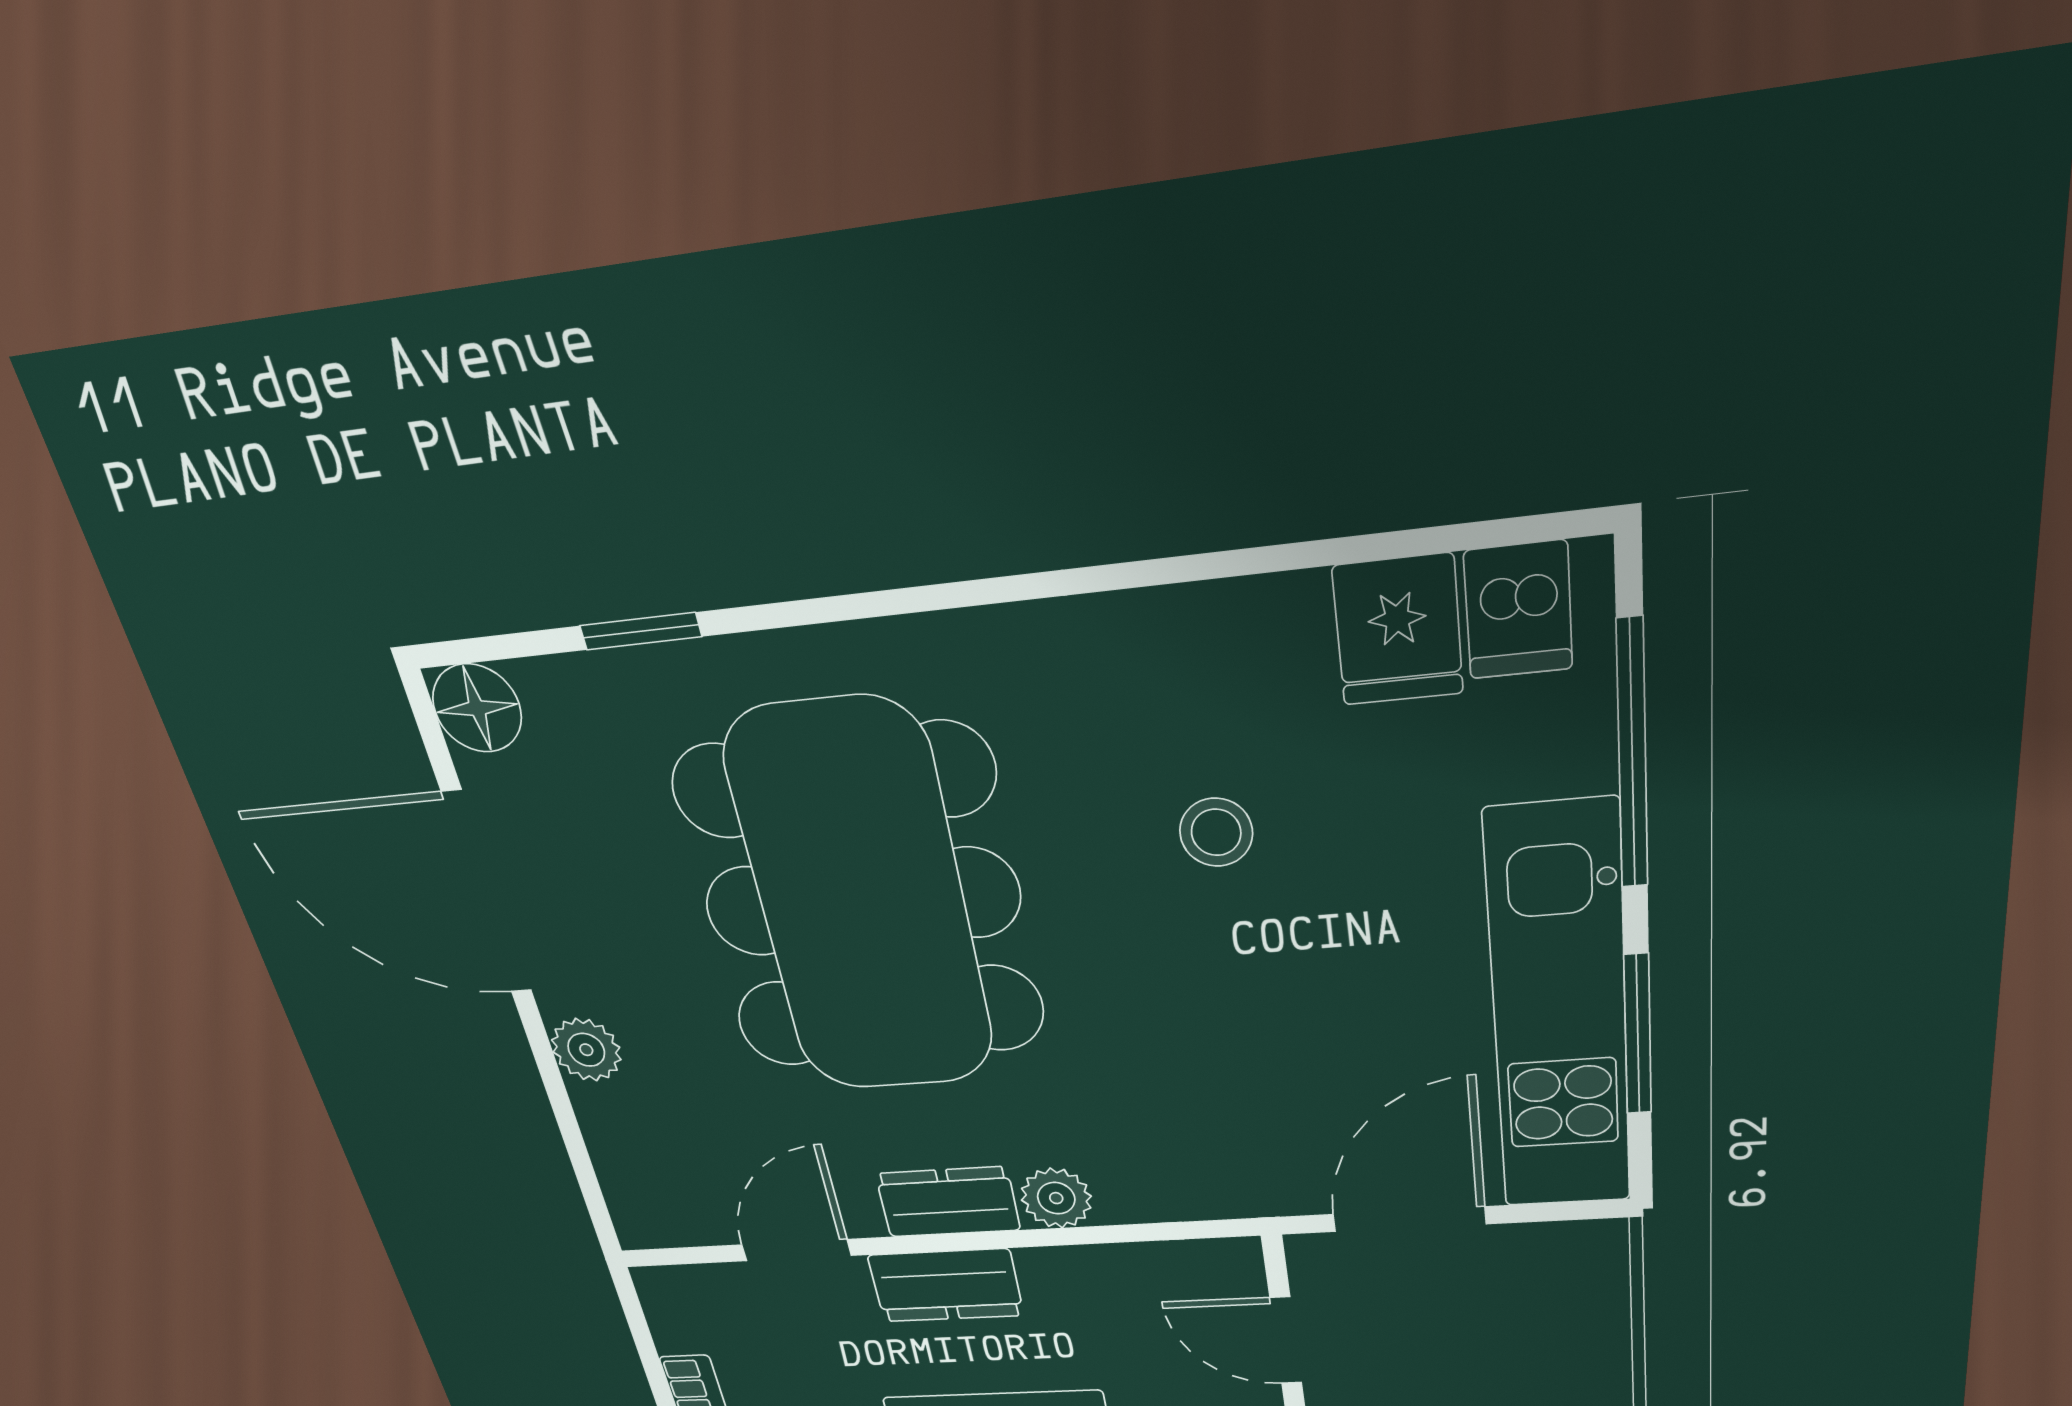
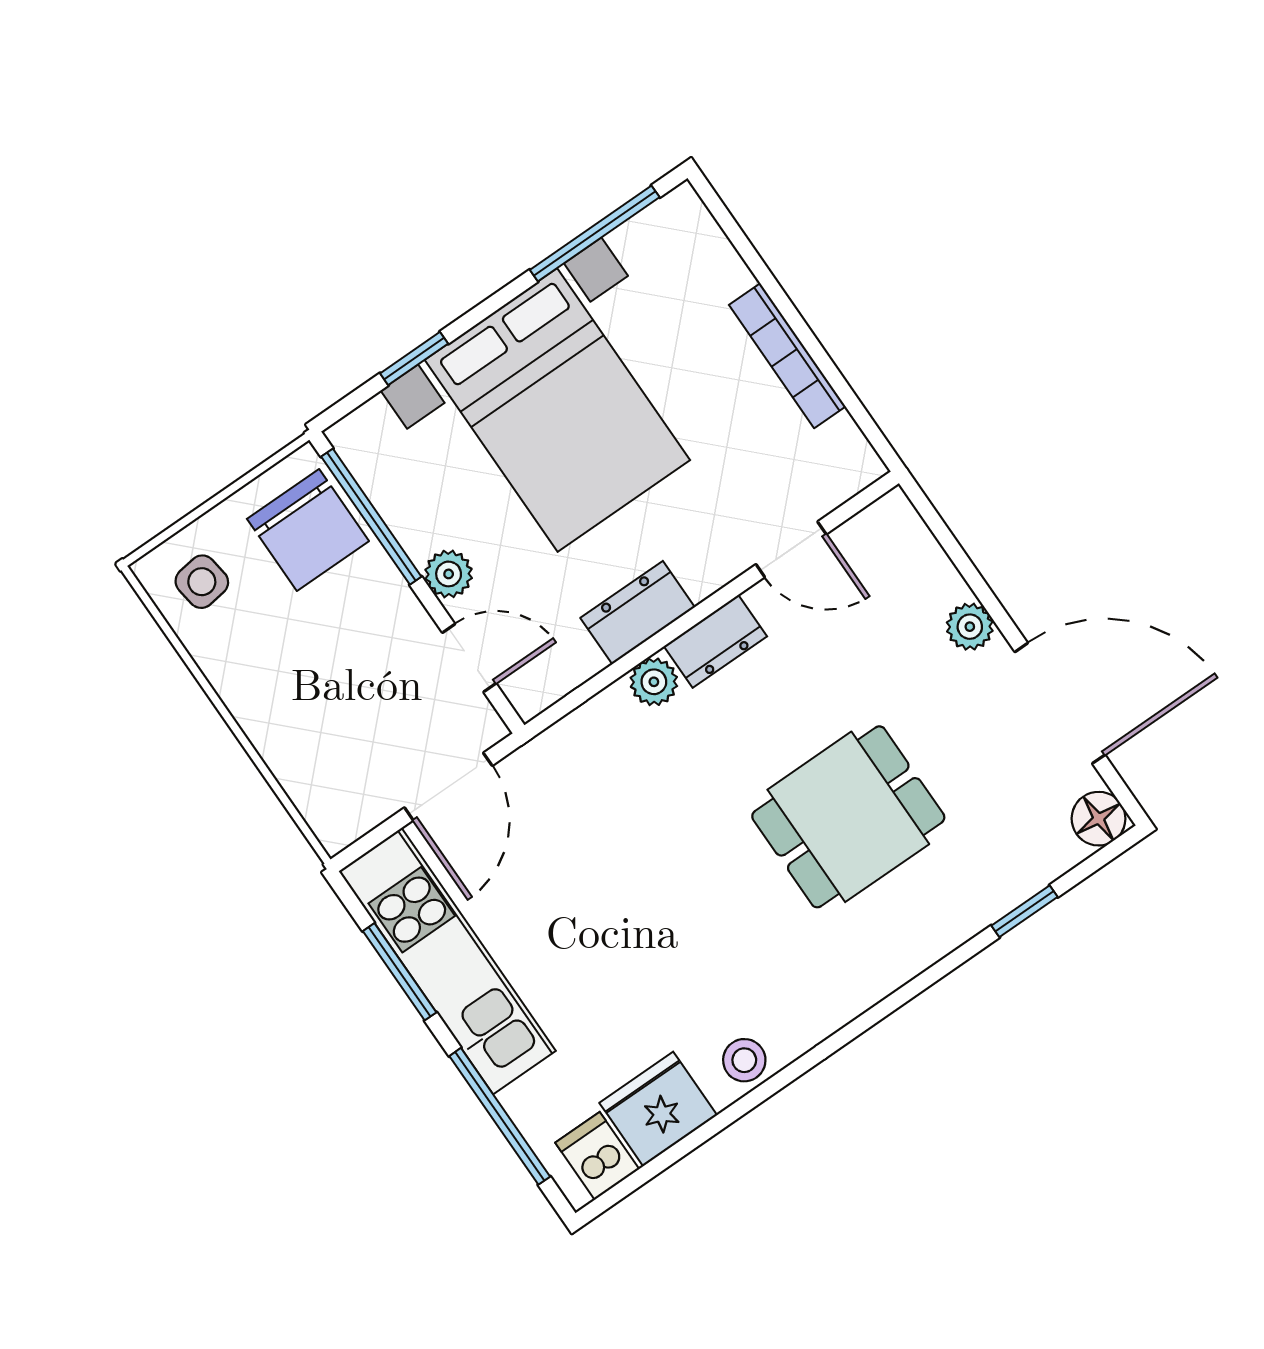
fridge: (1398, 630) -> (658, 1109), width x1.38
stool: (1216, 832) -> (744, 1060), moved
dining table: (862, 902) -> (848, 817), width x0.53, depth x0.80
door: (796, 1250) -> (791, 549), hinge flipped
dresser: (946, 1285) -> (638, 613), moved

